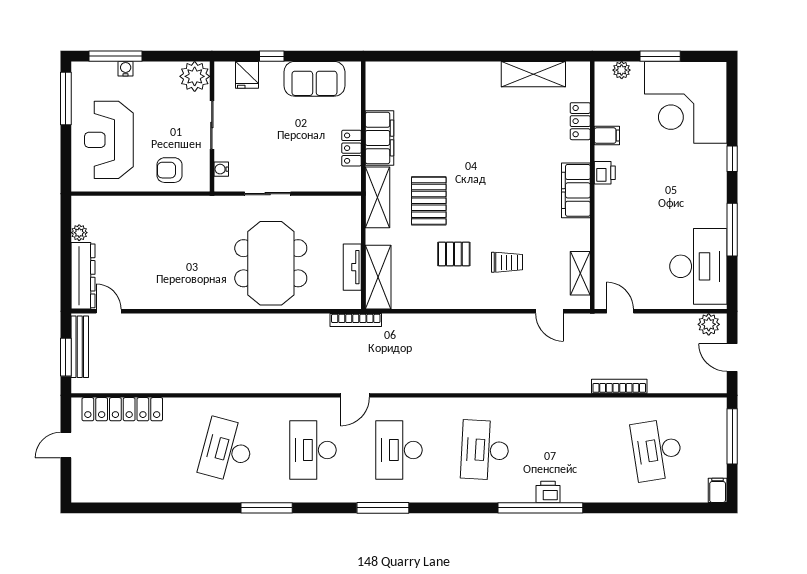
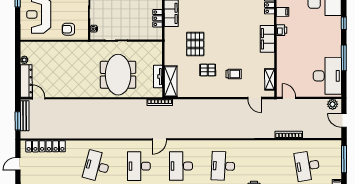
shelving: (377, 197) -> (170, 42), removed

